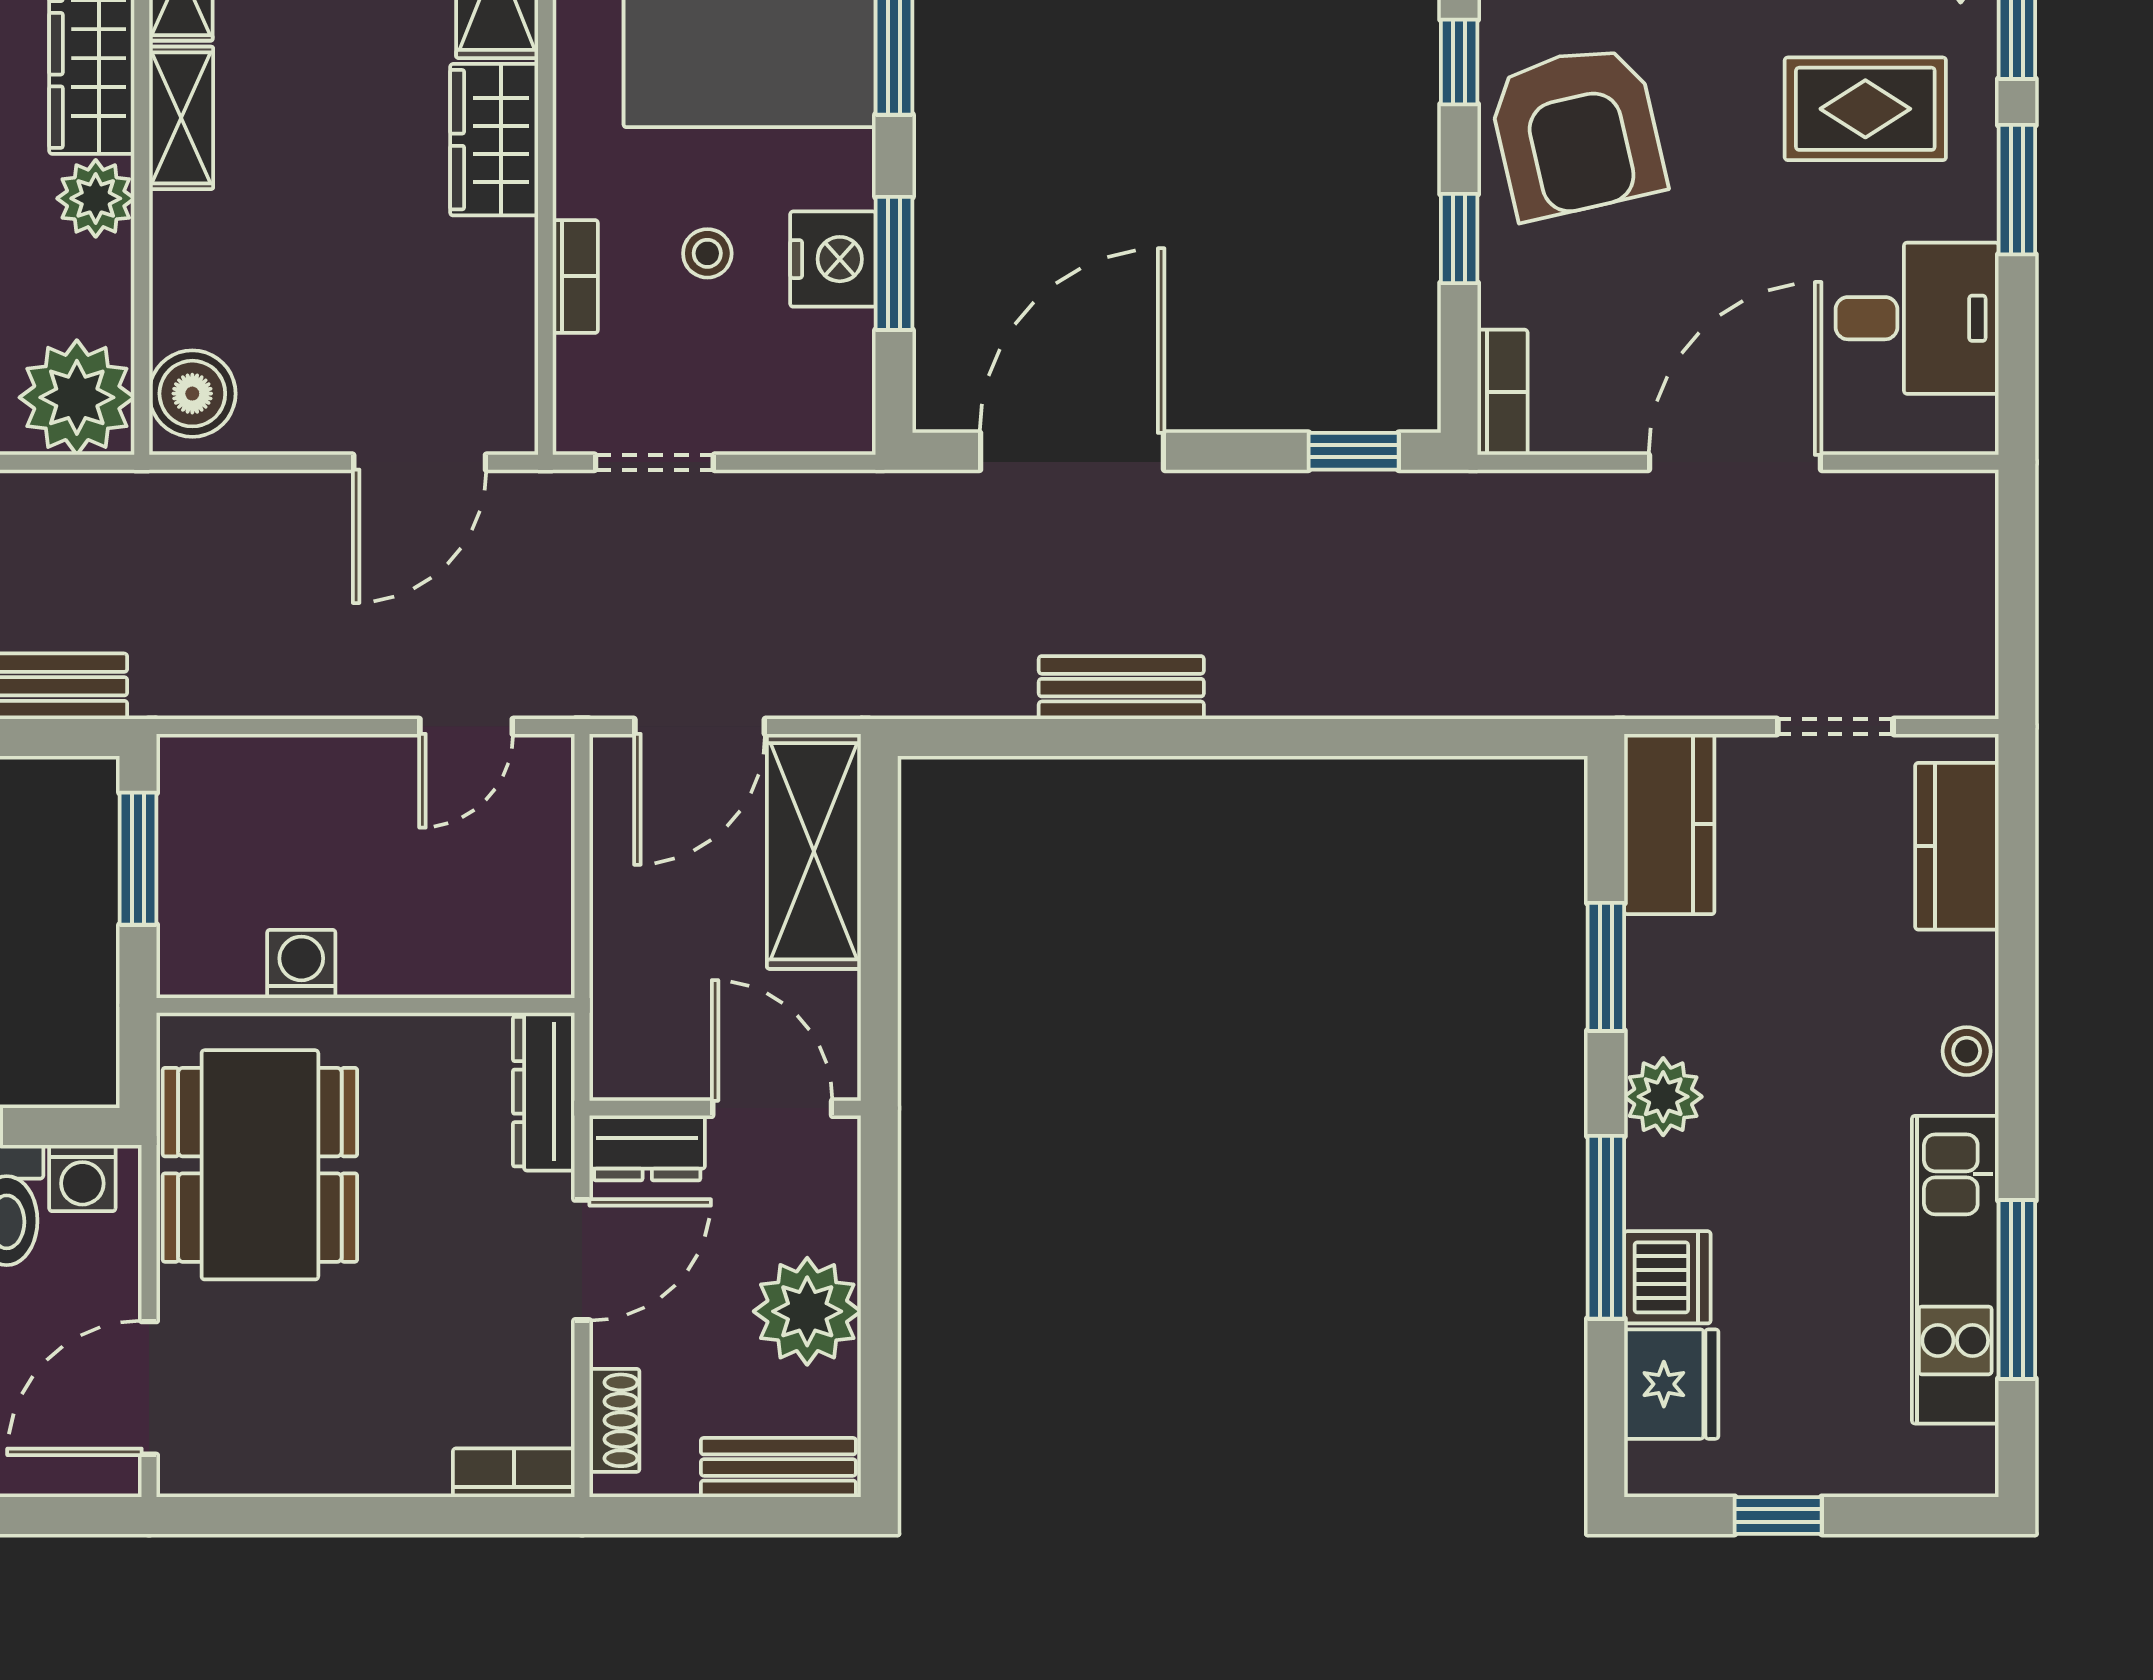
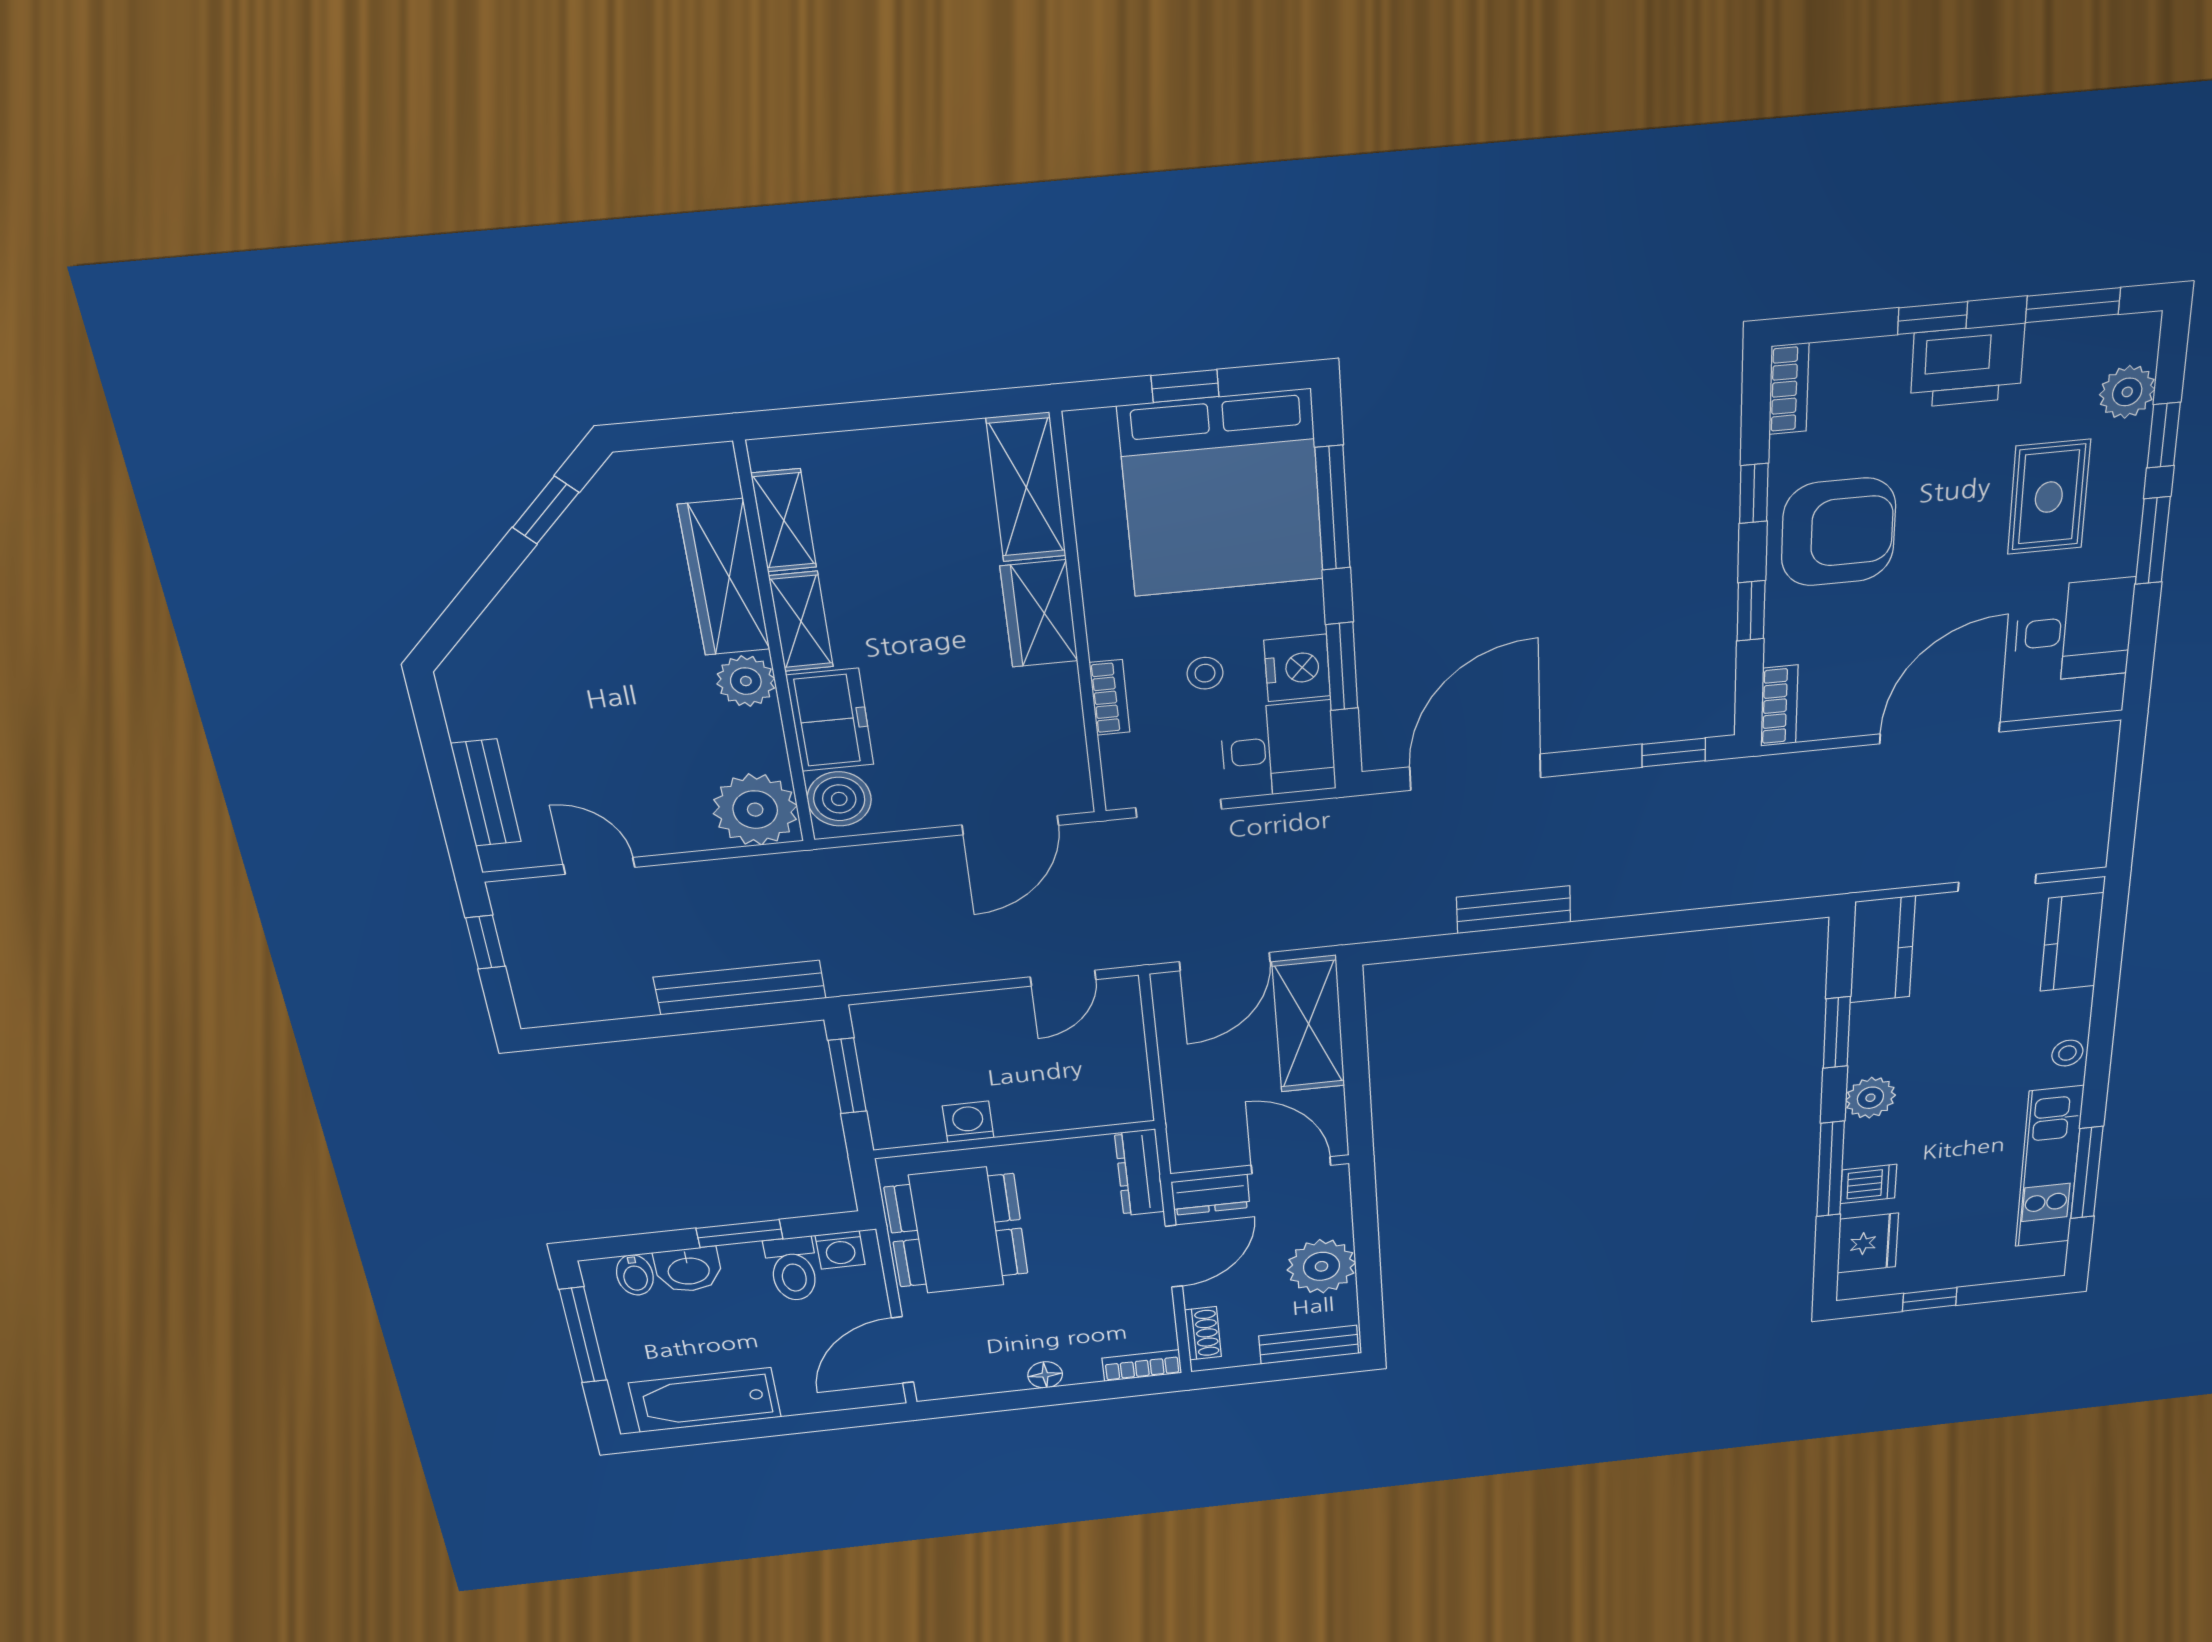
rug: (1865, 109) -> (2049, 497), turned 90
armchair: (1577, 131) -> (1838, 532), turned -77
freezer: (198, 270) -> (830, 720), added
desk: (799, 384) -> (1278, 750), added
dishwasher: (1667, 1277) -> (1868, 1184), width x0.73
floor lamp: (362, 1470) -> (1045, 1375), added

